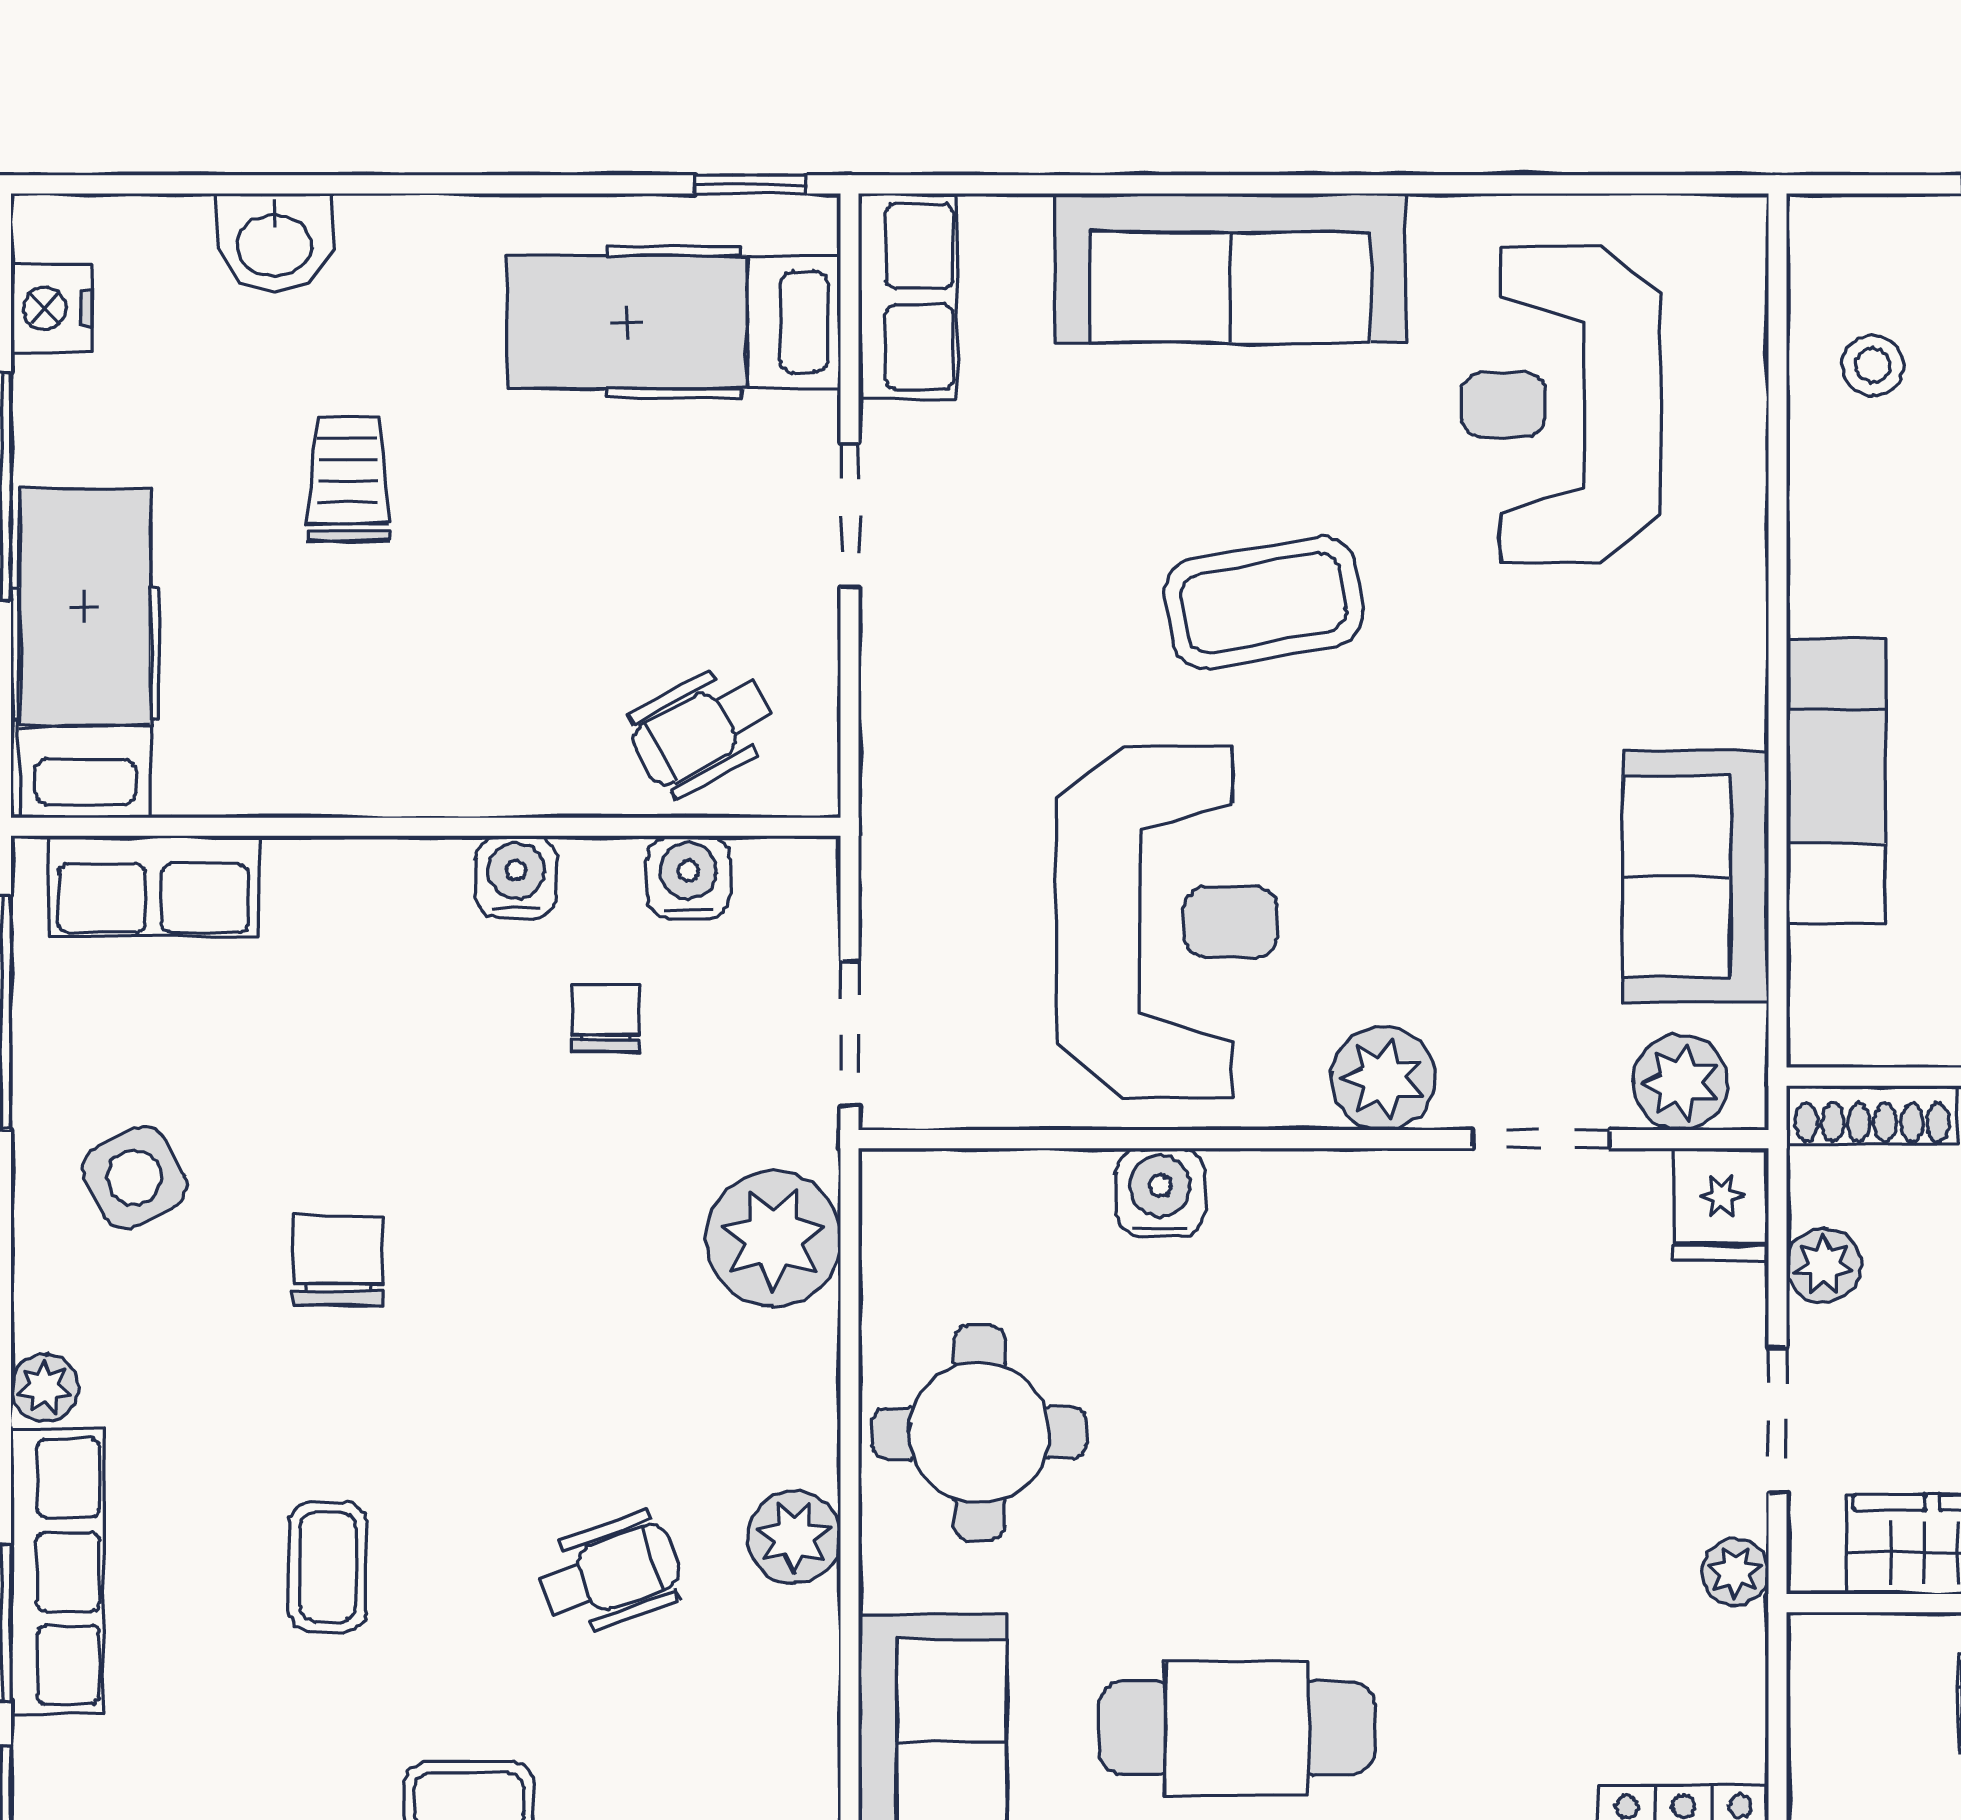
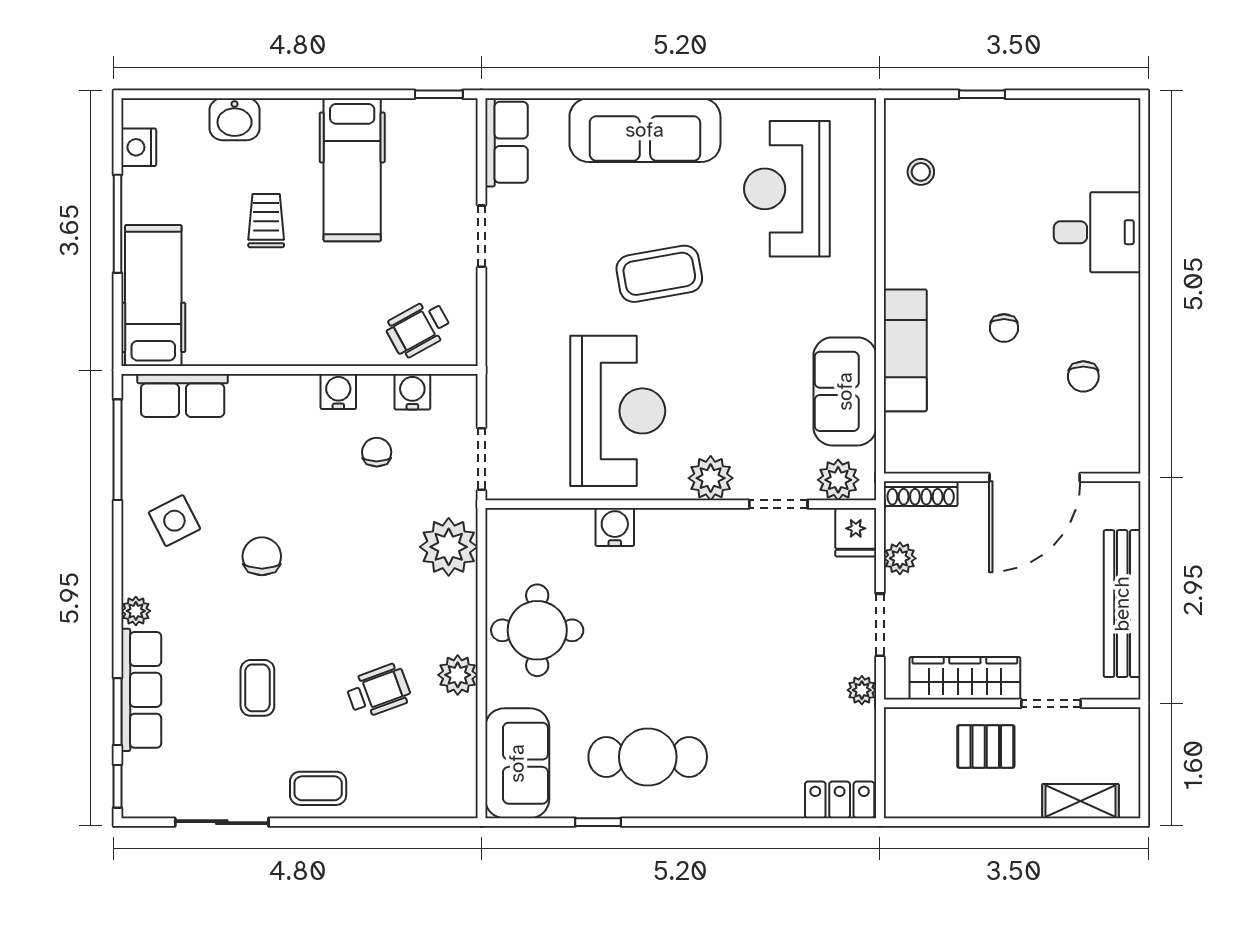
hospital bed: (674, 322) -> (352, 170), moved, turned -90

